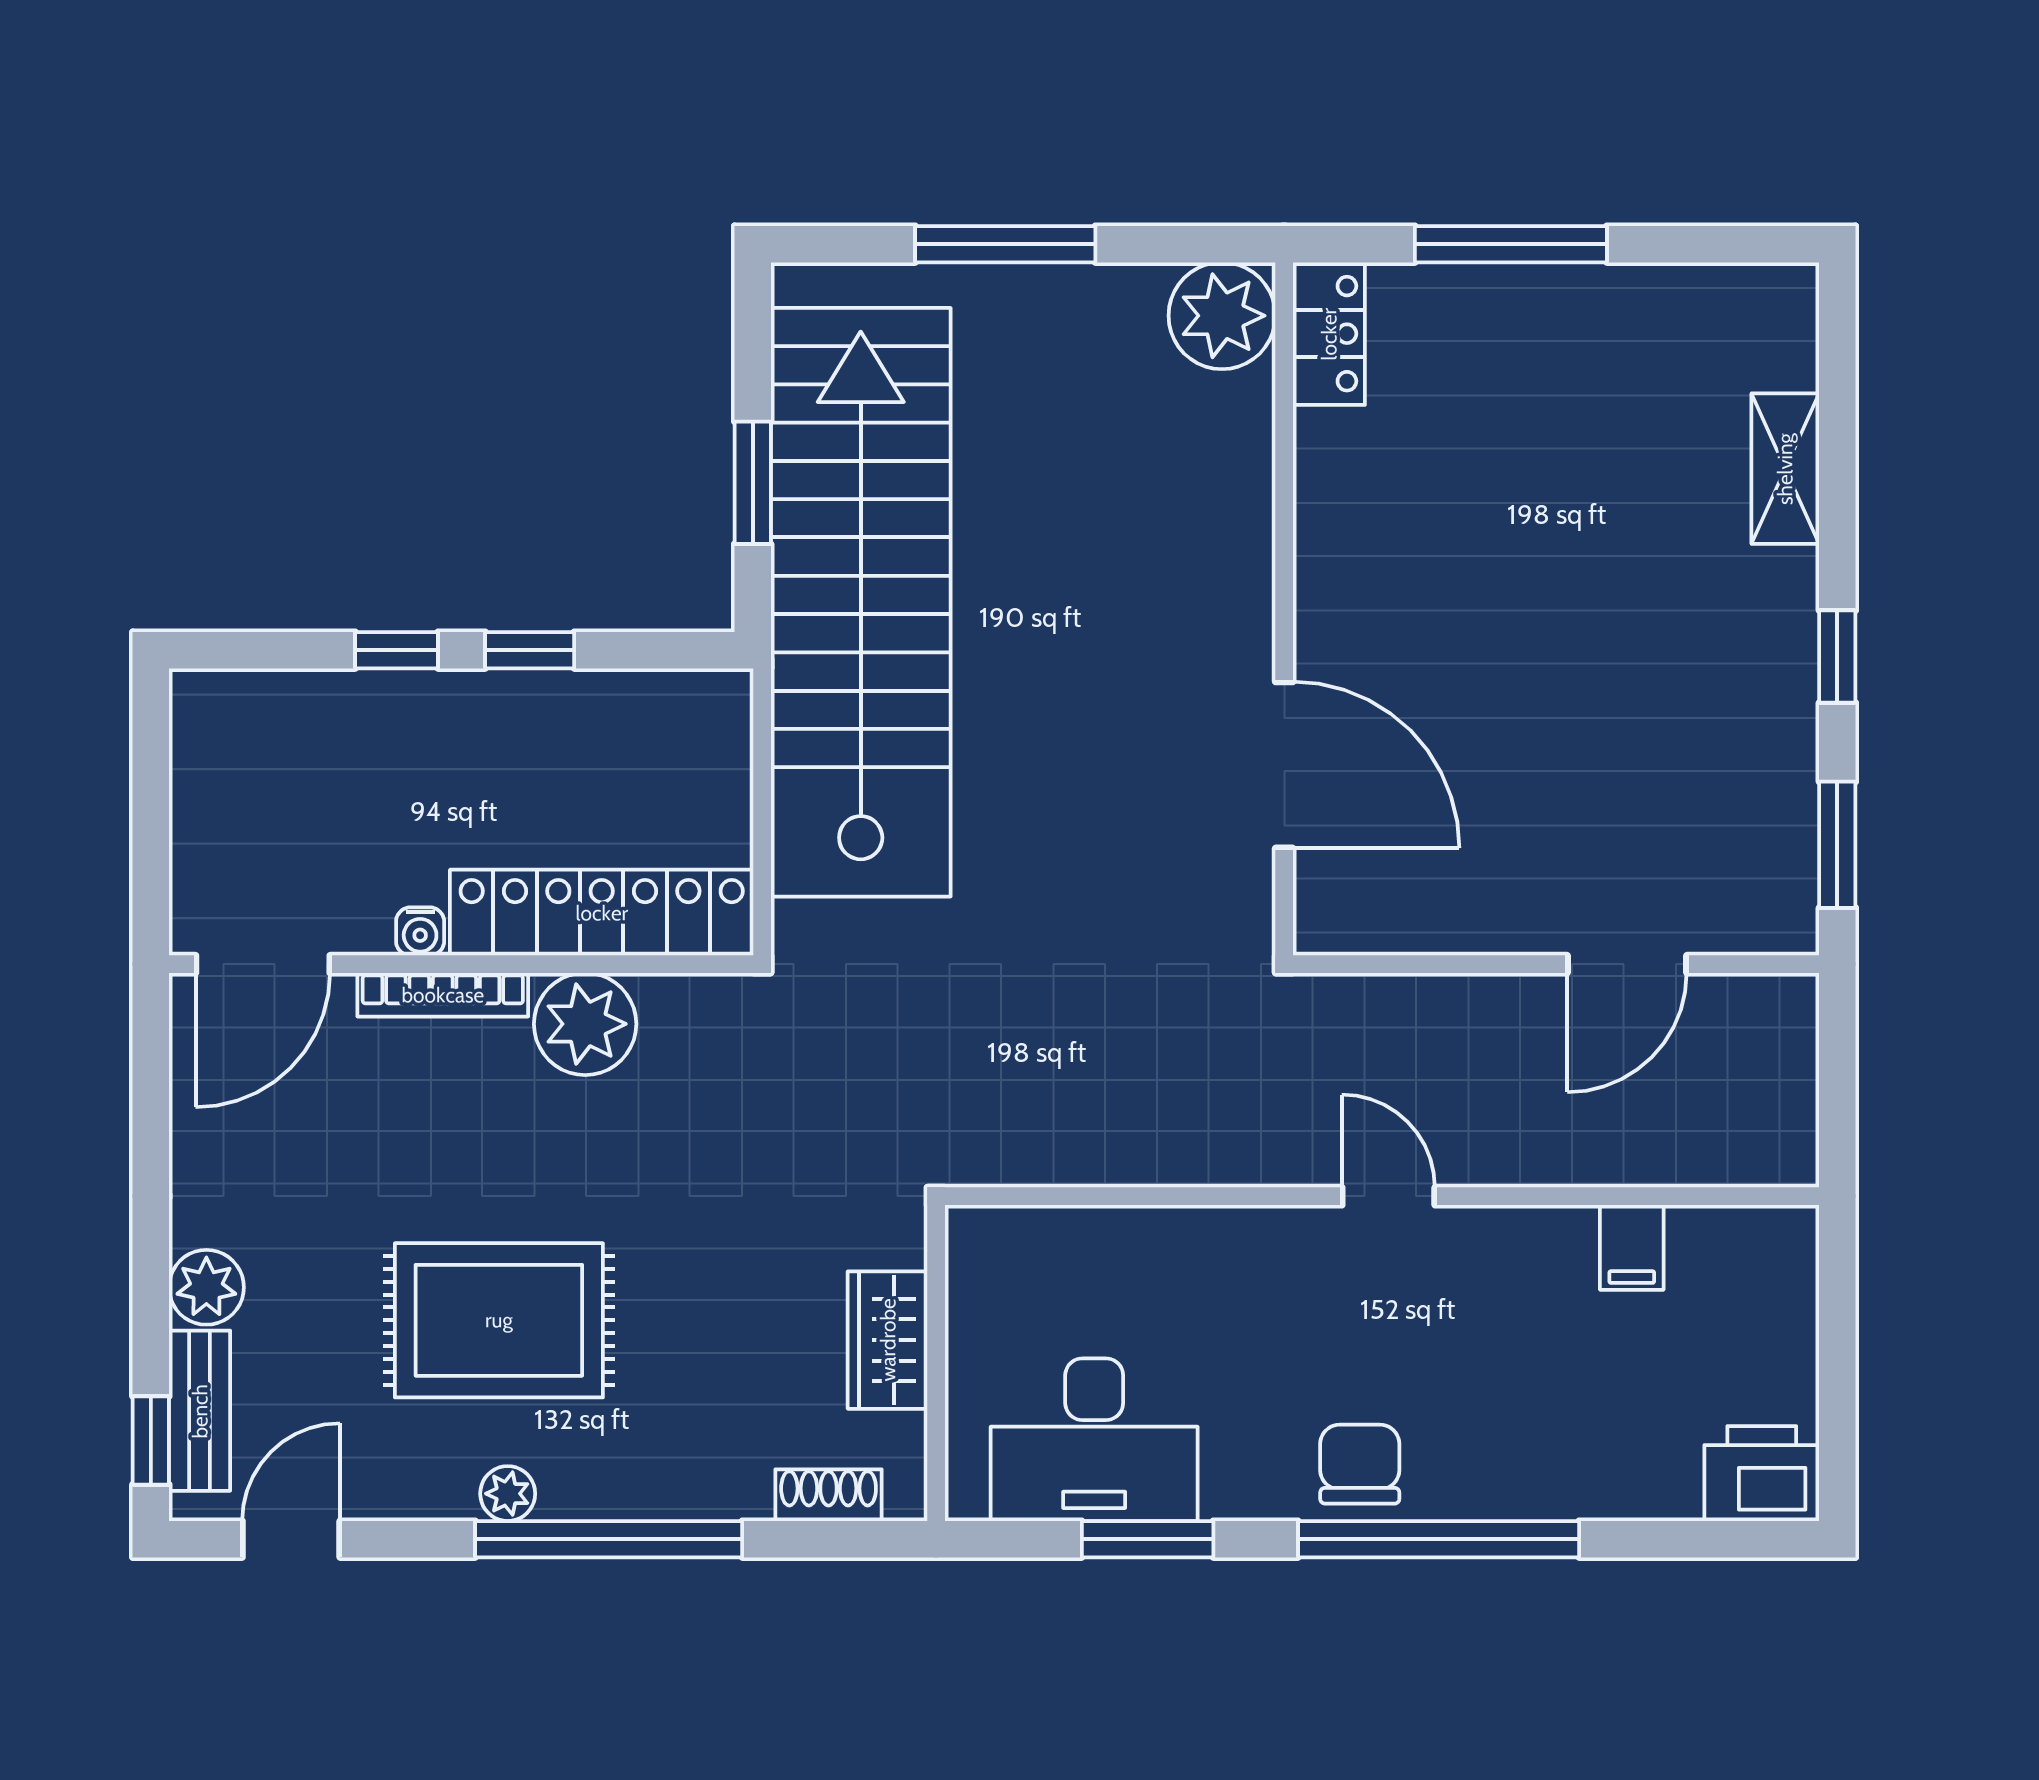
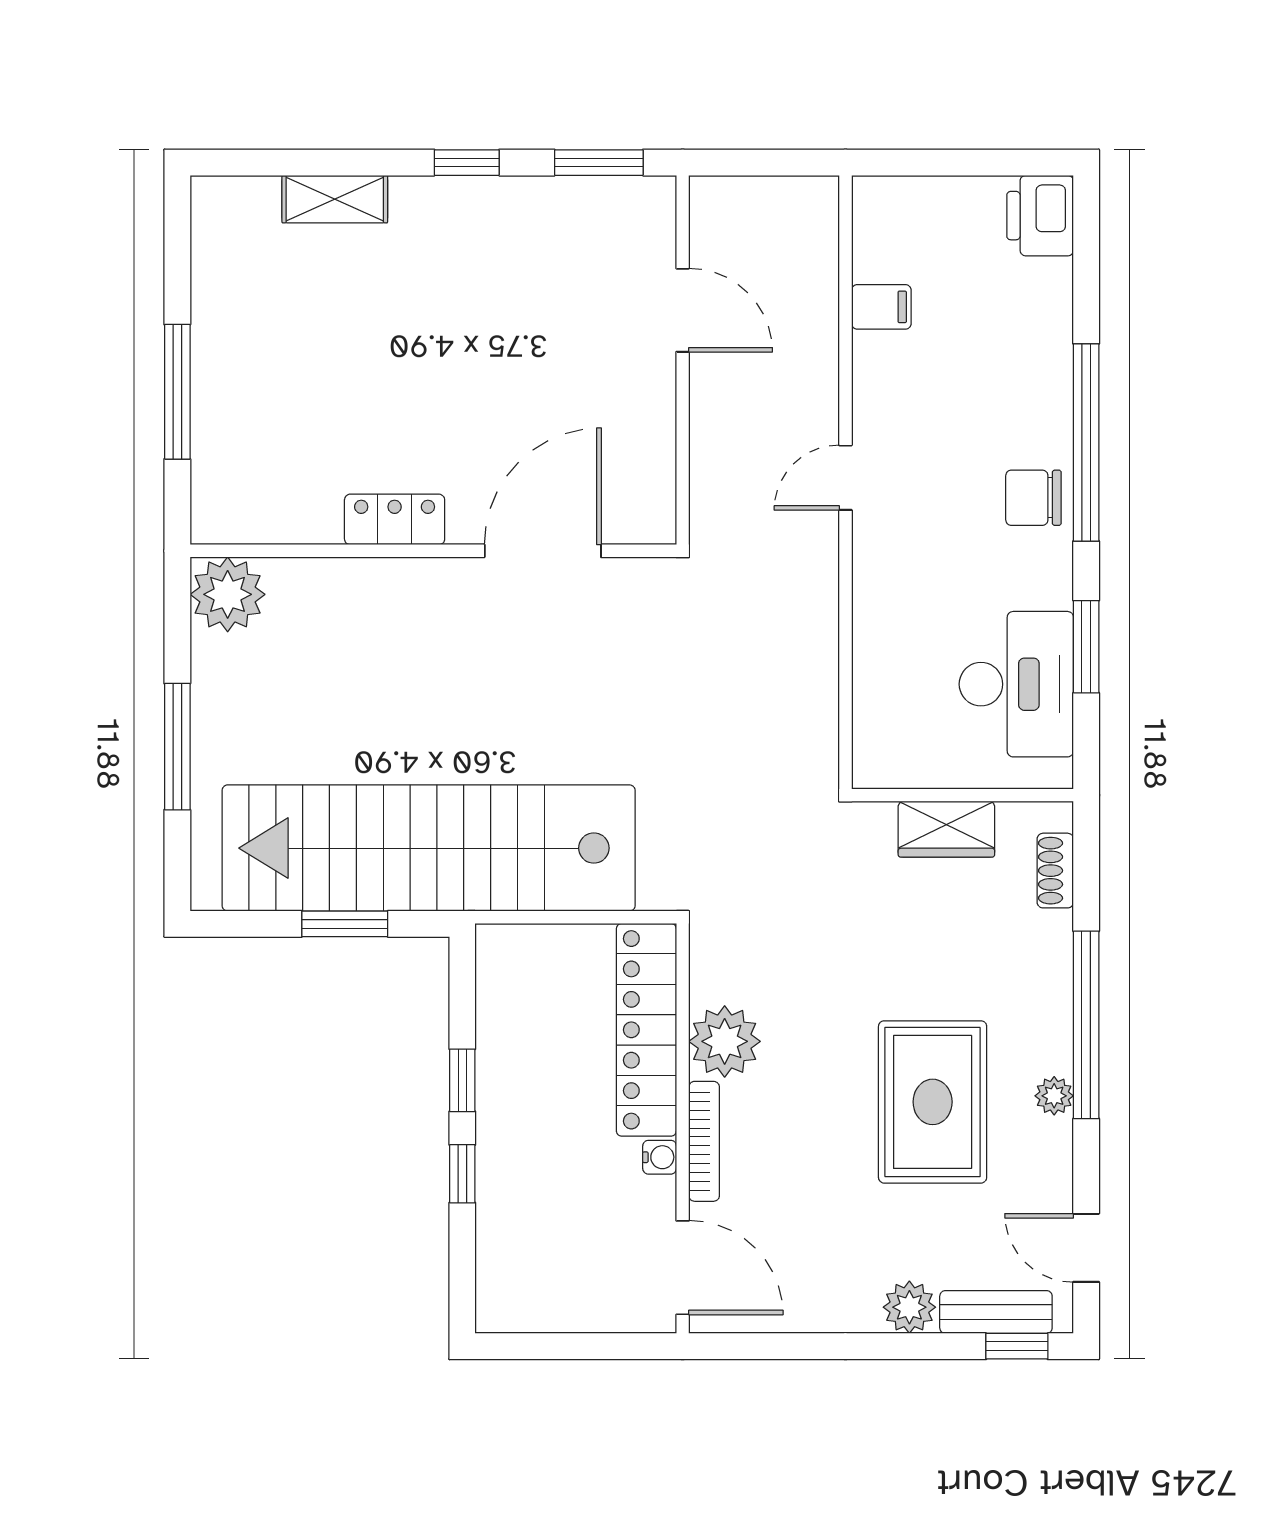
locker: (1329, 334) -> (395, 519), moved

